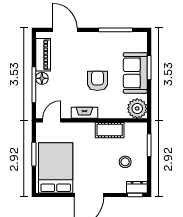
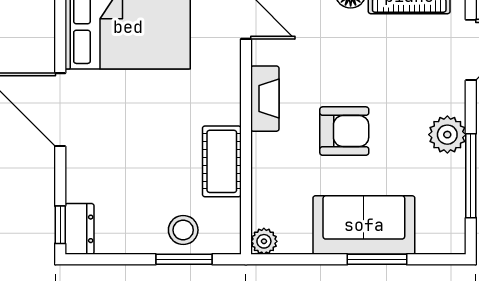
plant: (99, 39) -> (447, 135), added
plant: (137, 108) -> (264, 241), width x0.53, depth x0.53
stool: (125, 162) -> (183, 230), moved

